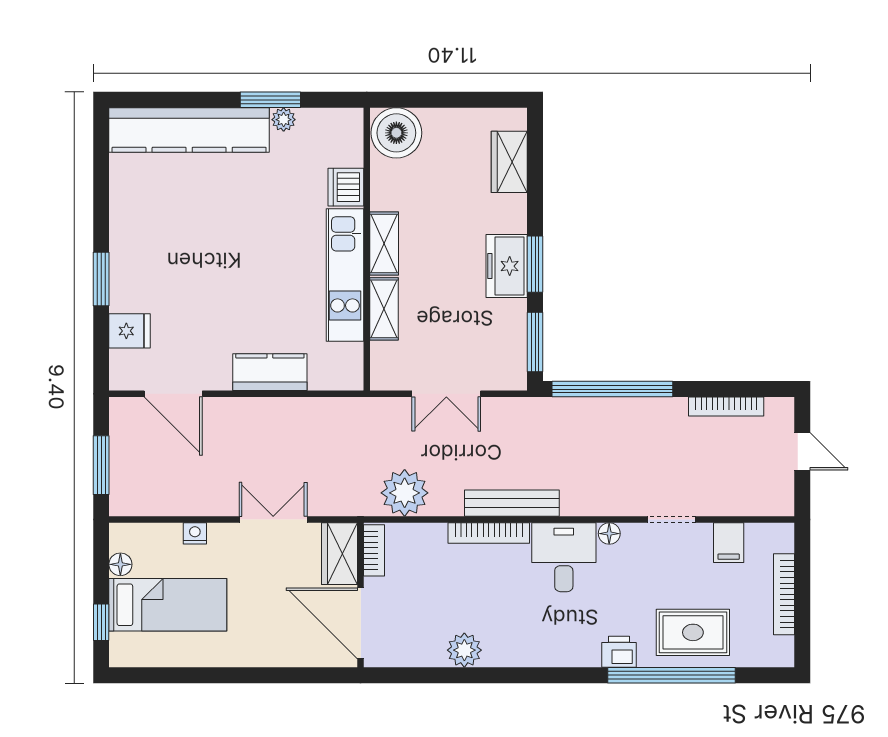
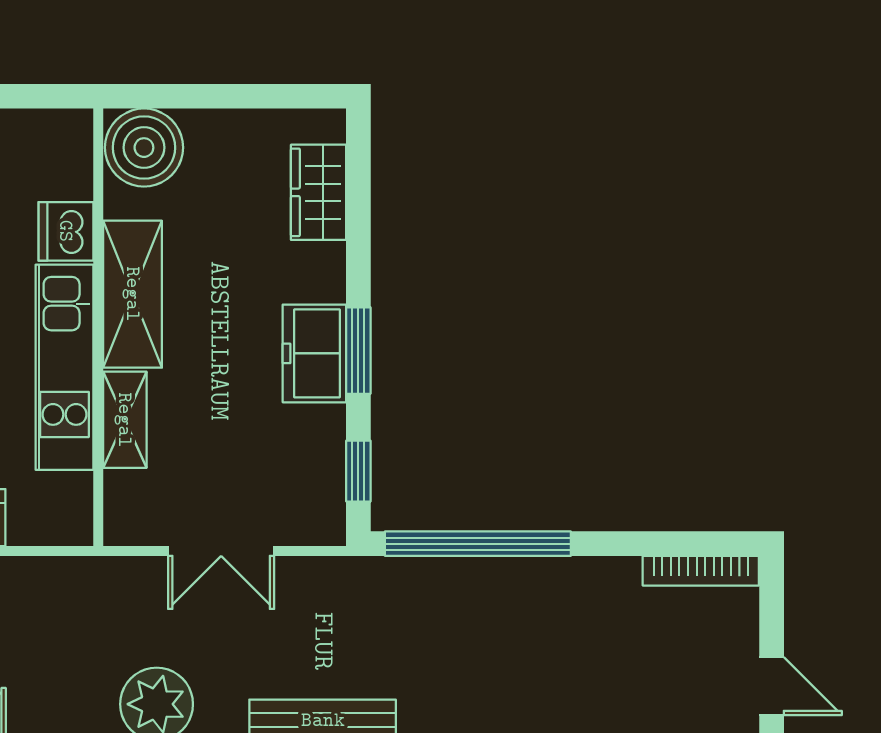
shelving: (384, 244) -> (133, 294), width x1.50, depth x1.33
window: (535, 342) -> (358, 471), width x0.67
bookcase: (726, 407) -> (701, 571), moved
door: (802, 451) -> (772, 686), moved

